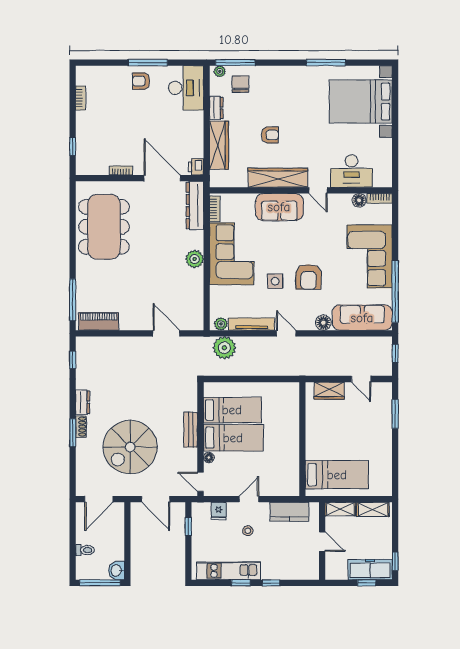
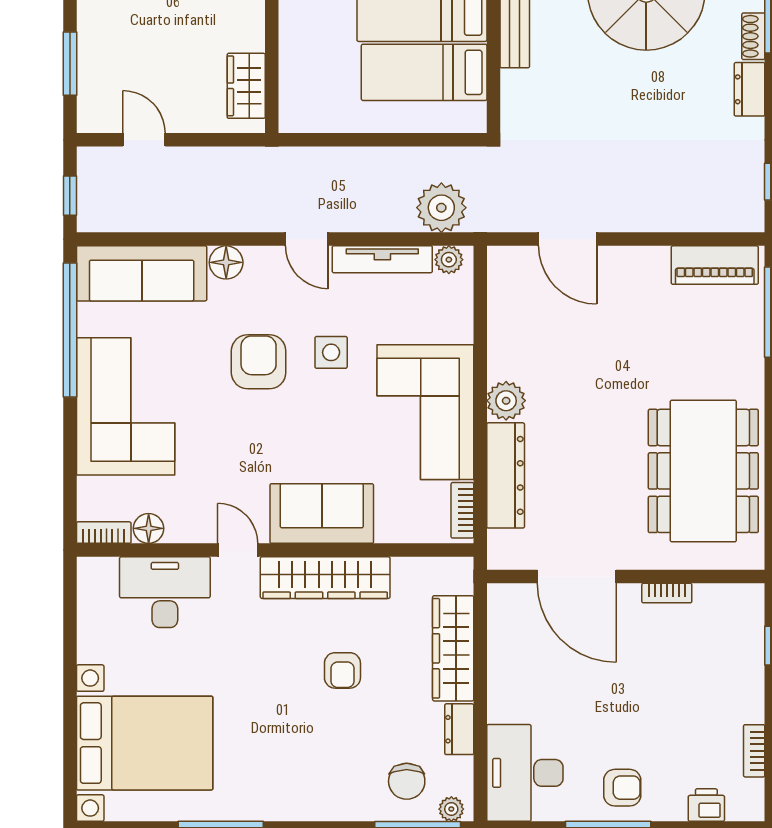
armchair: (270, 135) -> (342, 670), turned -90
printer: (196, 167) -> (706, 805), moved, turned -90
dresser: (195, 205) -> (506, 475), moved
wardrobe: (329, 391) -> (246, 86), moved, turned -90

